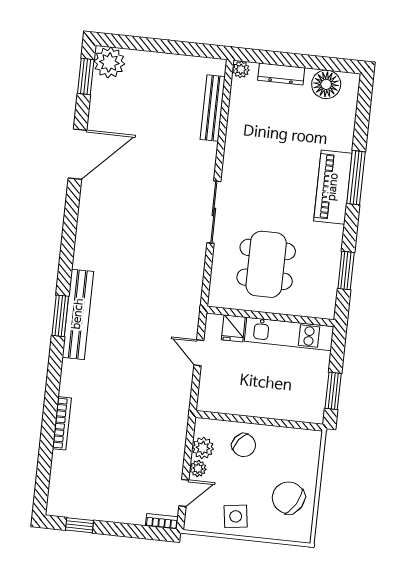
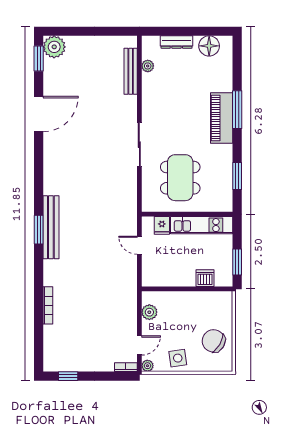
plant: (241, 69) -> (148, 66), moved
dishwasher: (286, 409) -> (205, 278), added
chair: (244, 445) -> (178, 307), removed
plant: (198, 468) -> (147, 366), moved

